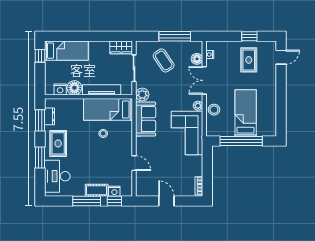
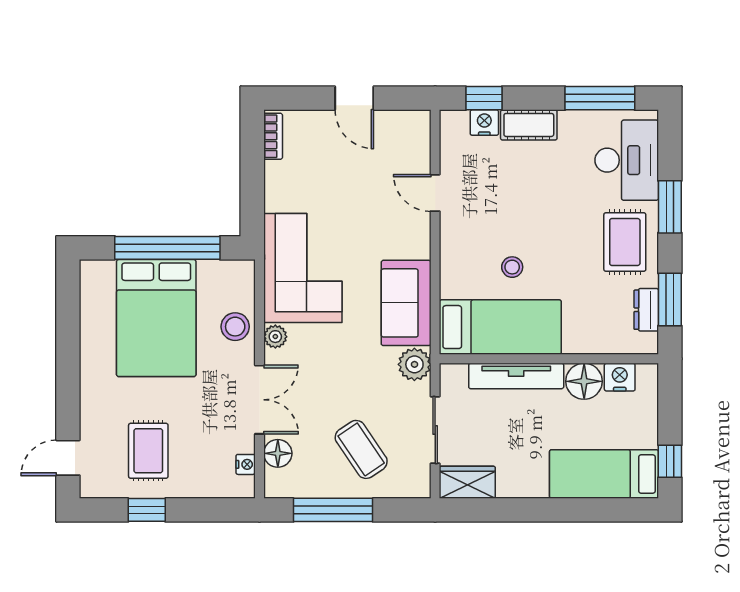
bed: (246, 113) -> (156, 318), width x1.50
window: (87, 201) -> (600, 98), moved

